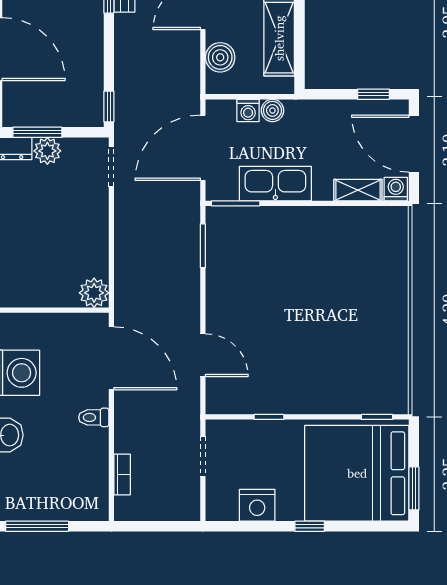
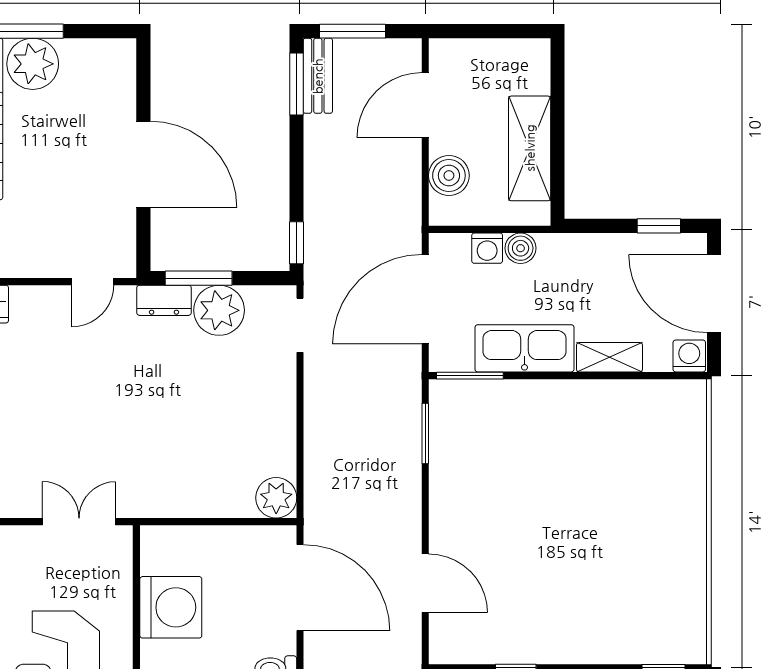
plant: (47, 151) -> (219, 310), width x1.36, depth x1.36
shelving: (358, 190) -> (610, 357), moved

